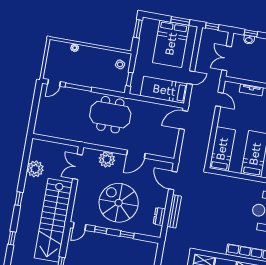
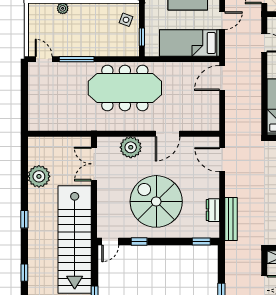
door: (54, 83) -> (44, 59), swing flipped
meeting table: (110, 115) -> (125, 88), width x1.36
bench: (174, 211) -> (231, 219), moved
window: (127, 235) -> (201, 241), moved

